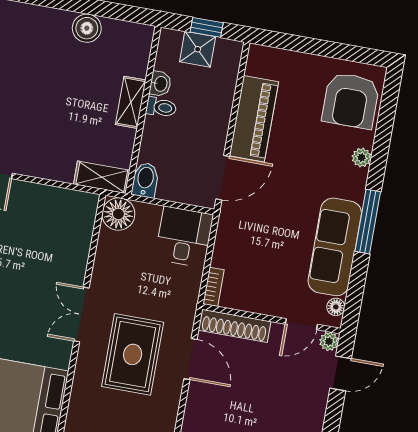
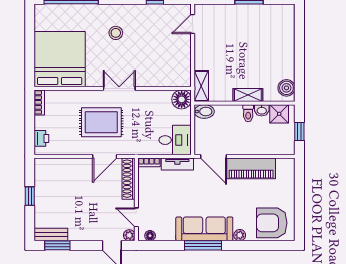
boiler: (87, 28) -> (286, 88), moved
shower: (198, 49) -> (279, 114), moved
tv unit: (225, 240) -> (177, 164), added
sofa: (335, 247) -> (204, 229), moved

